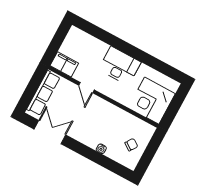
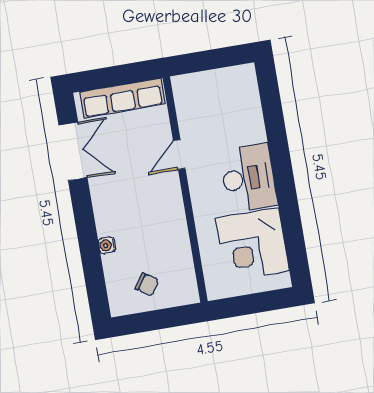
filing cabinet: (64, 64) -> (188, 96), removed
corner desk: (152, 101) -> (252, 244), moved, turned -90

